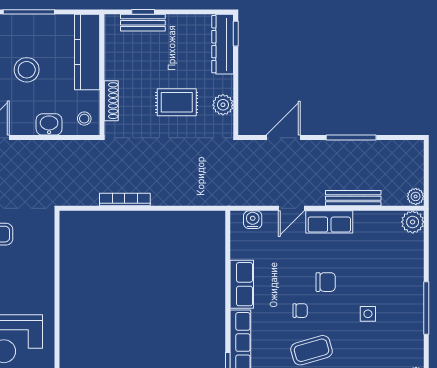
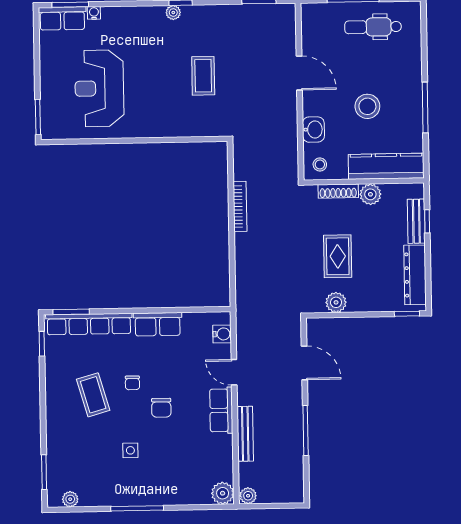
dresser: (223, 44) -> (415, 275), moved, turned -90
plant: (115, 68) -> (370, 194), added

